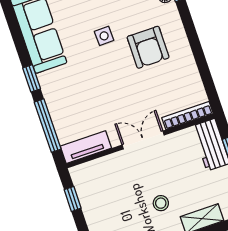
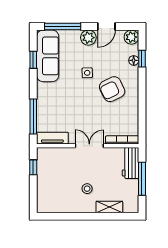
armchair: (148, 47) -> (112, 89), turned 64
window: (32, 78) -> (33, 60), moved

